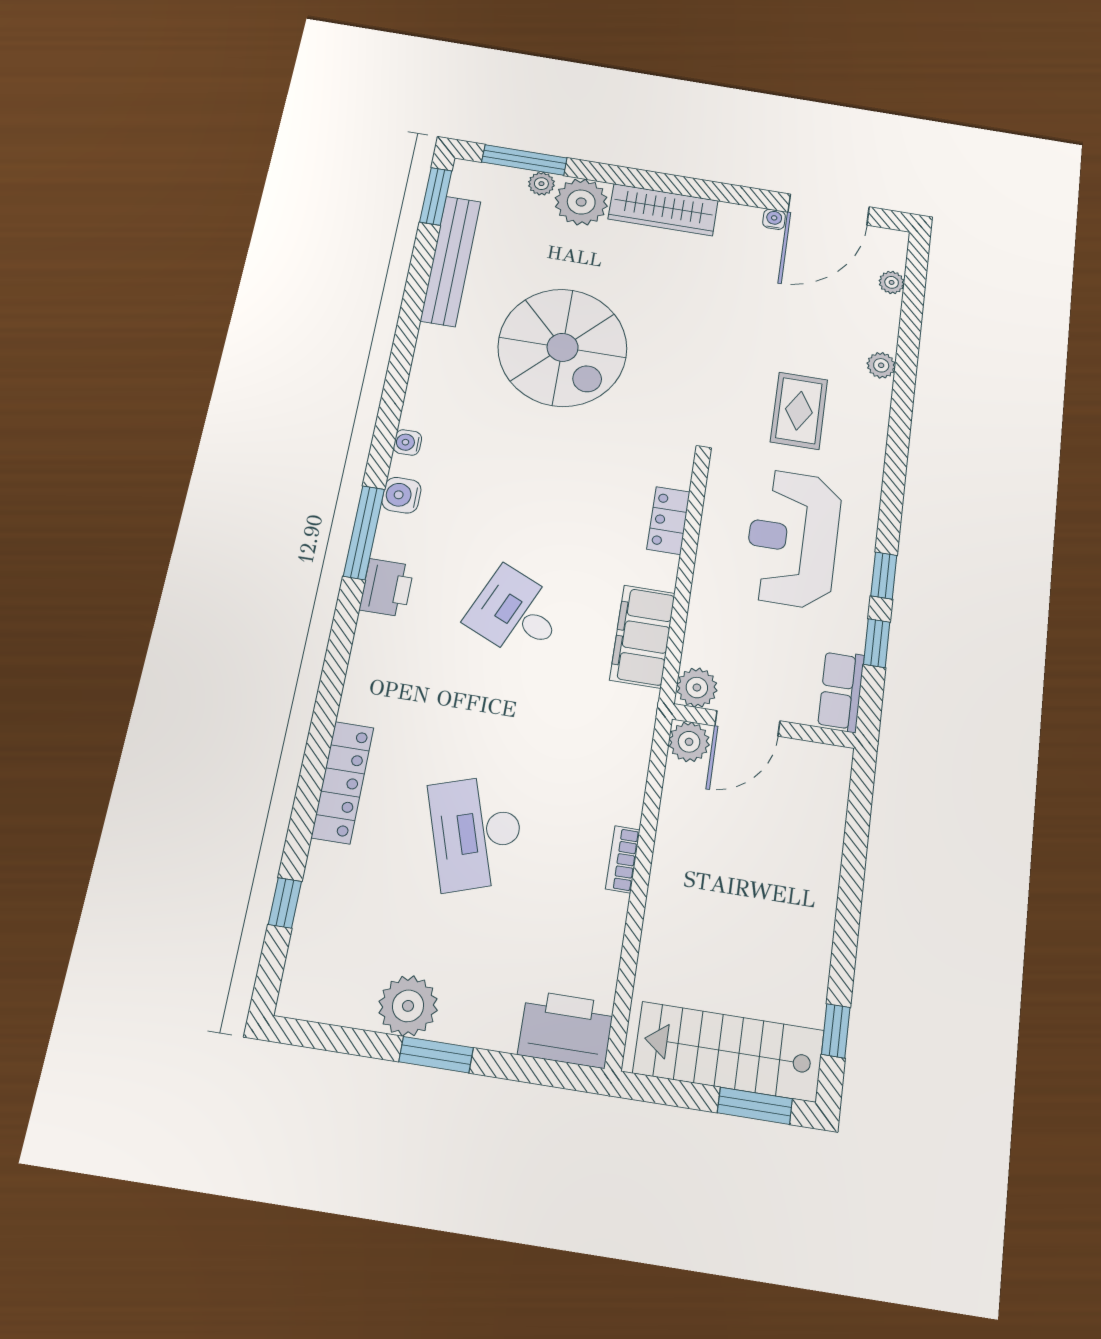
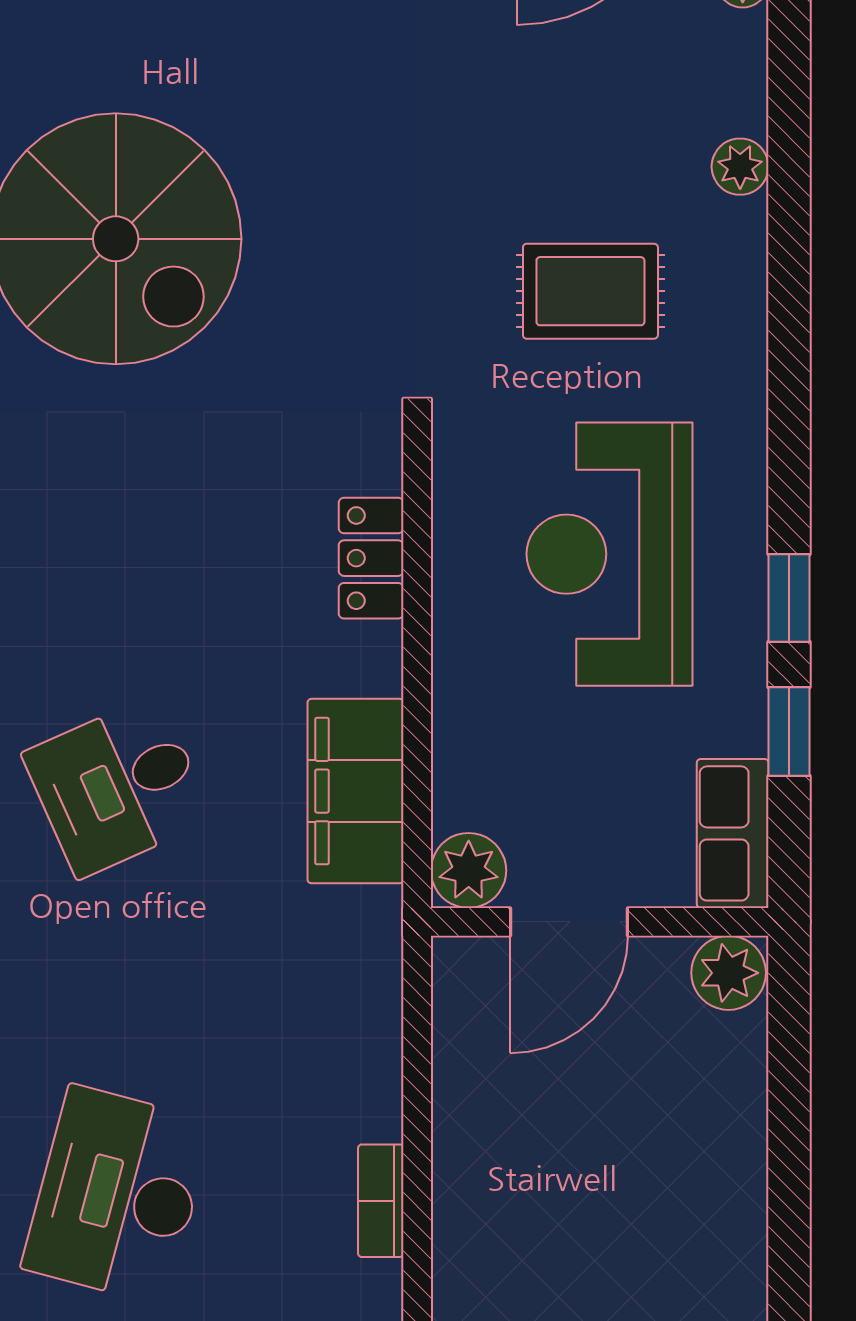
rug: (799, 411) -> (590, 291), turned 90
desk: (516, 614) -> (118, 786), turned -48
plant: (689, 742) -> (729, 973), moved
desk: (477, 832) -> (118, 1195), turned 33

